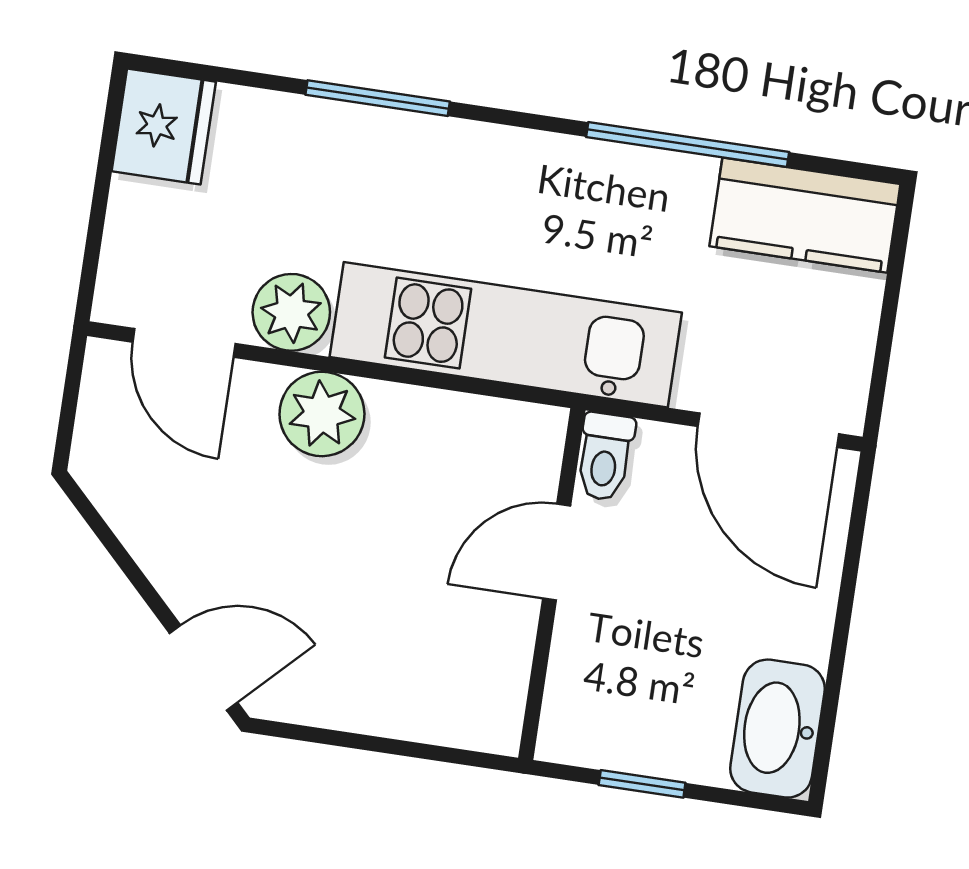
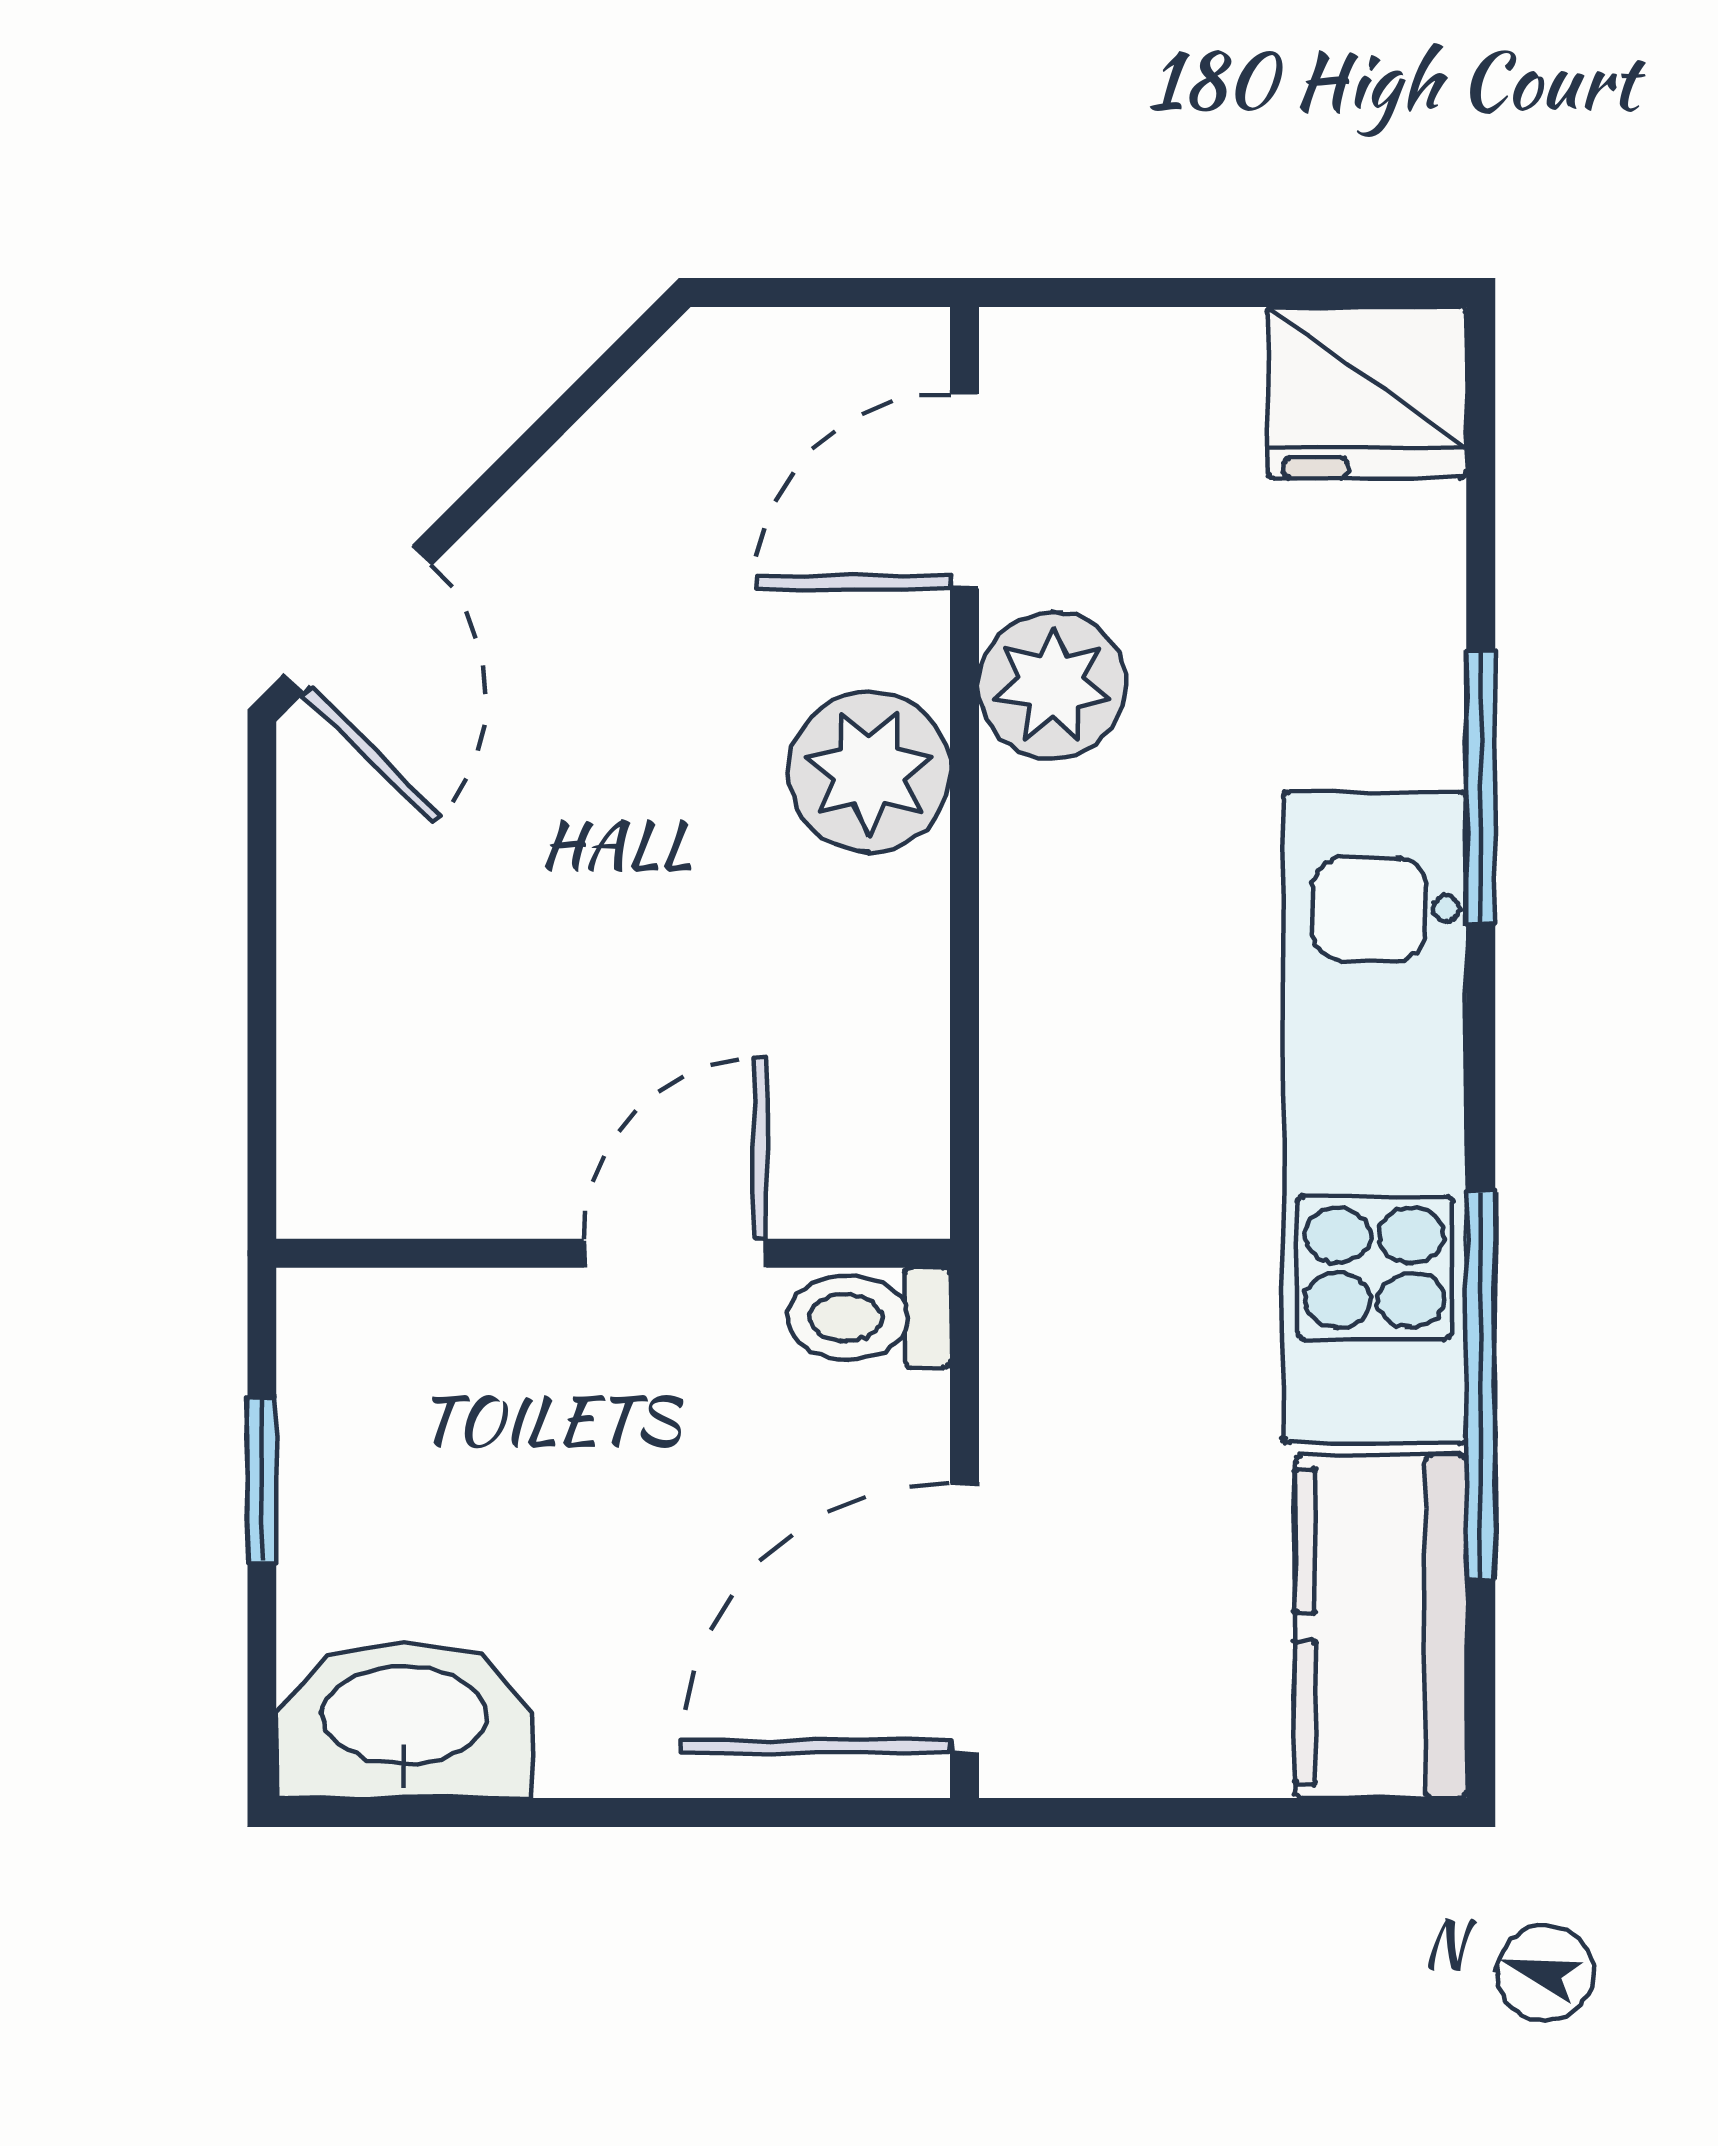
kitchen unit: (506, 335) -> (1375, 1118), moved, turned 180
door: (557, 552) -> (675, 1253), hinge flipped

